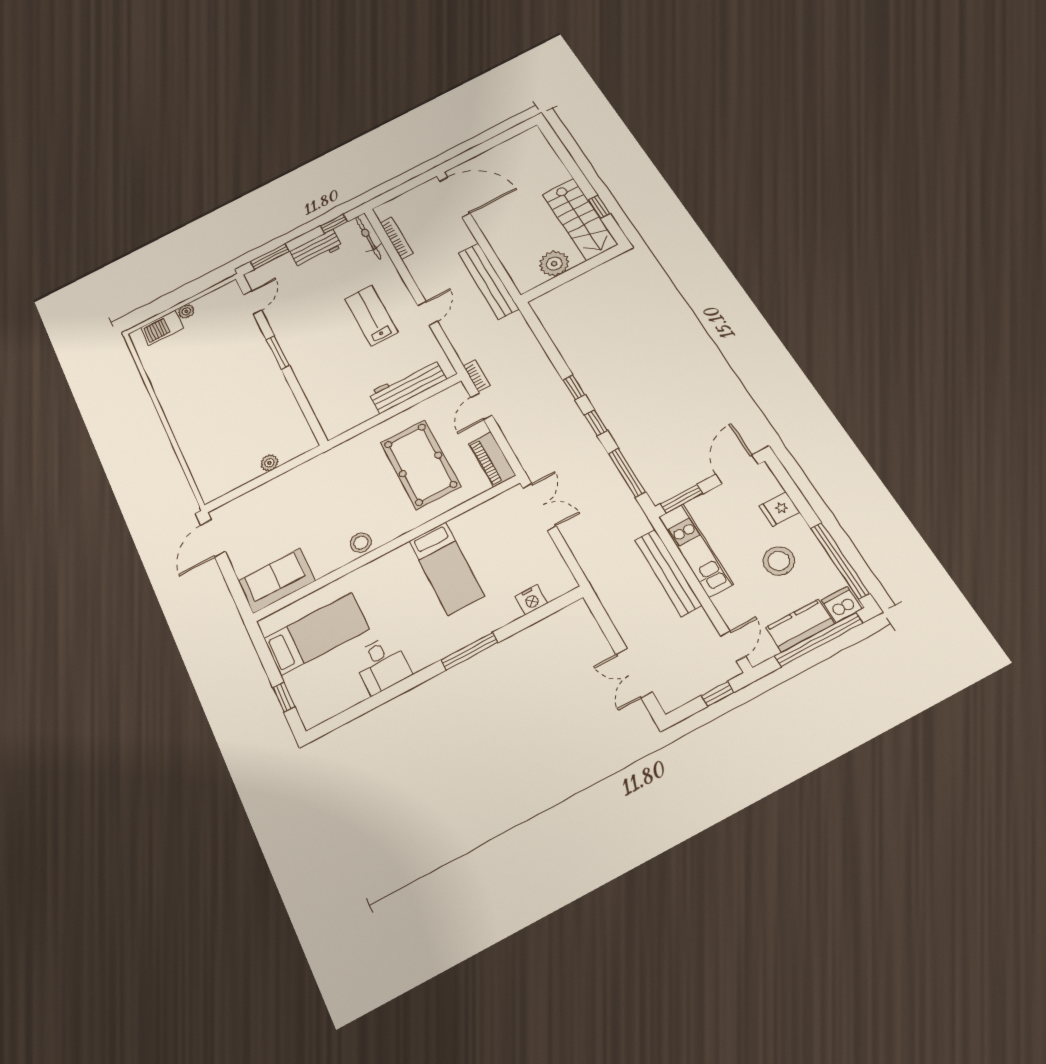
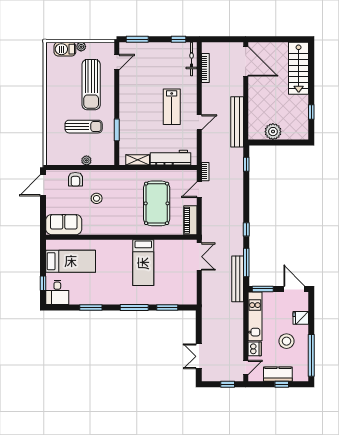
stairs: (580, 219) -> (299, 68), moved
workbench: (316, 249) -> (163, 49), removed
lab bench: (371, 316) -> (172, 107), turned 180
window: (278, 352) -> (117, 130), moved
sun lounger: (226, 353) -> (91, 85), added
window: (574, 387) -> (246, 164), moved
sun lounger: (241, 417) -> (84, 127), added
shelving: (355, 418) -> (138, 160), added
door: (737, 469) -> (294, 289), hinge flipped
armchair: (264, 500) -> (75, 179), added
stool: (361, 543) -> (97, 198), moved
bench: (668, 572) -> (238, 279), moved
nightstand: (531, 600) -> (173, 299), removed
dishwasher: (842, 604) -> (255, 349), moved, turned 90
window: (529, 619) -> (167, 308), added
window: (819, 639) -> (282, 384), width x0.32
desk: (382, 665) -> (57, 292), moved
window: (391, 693) -> (91, 308), added

